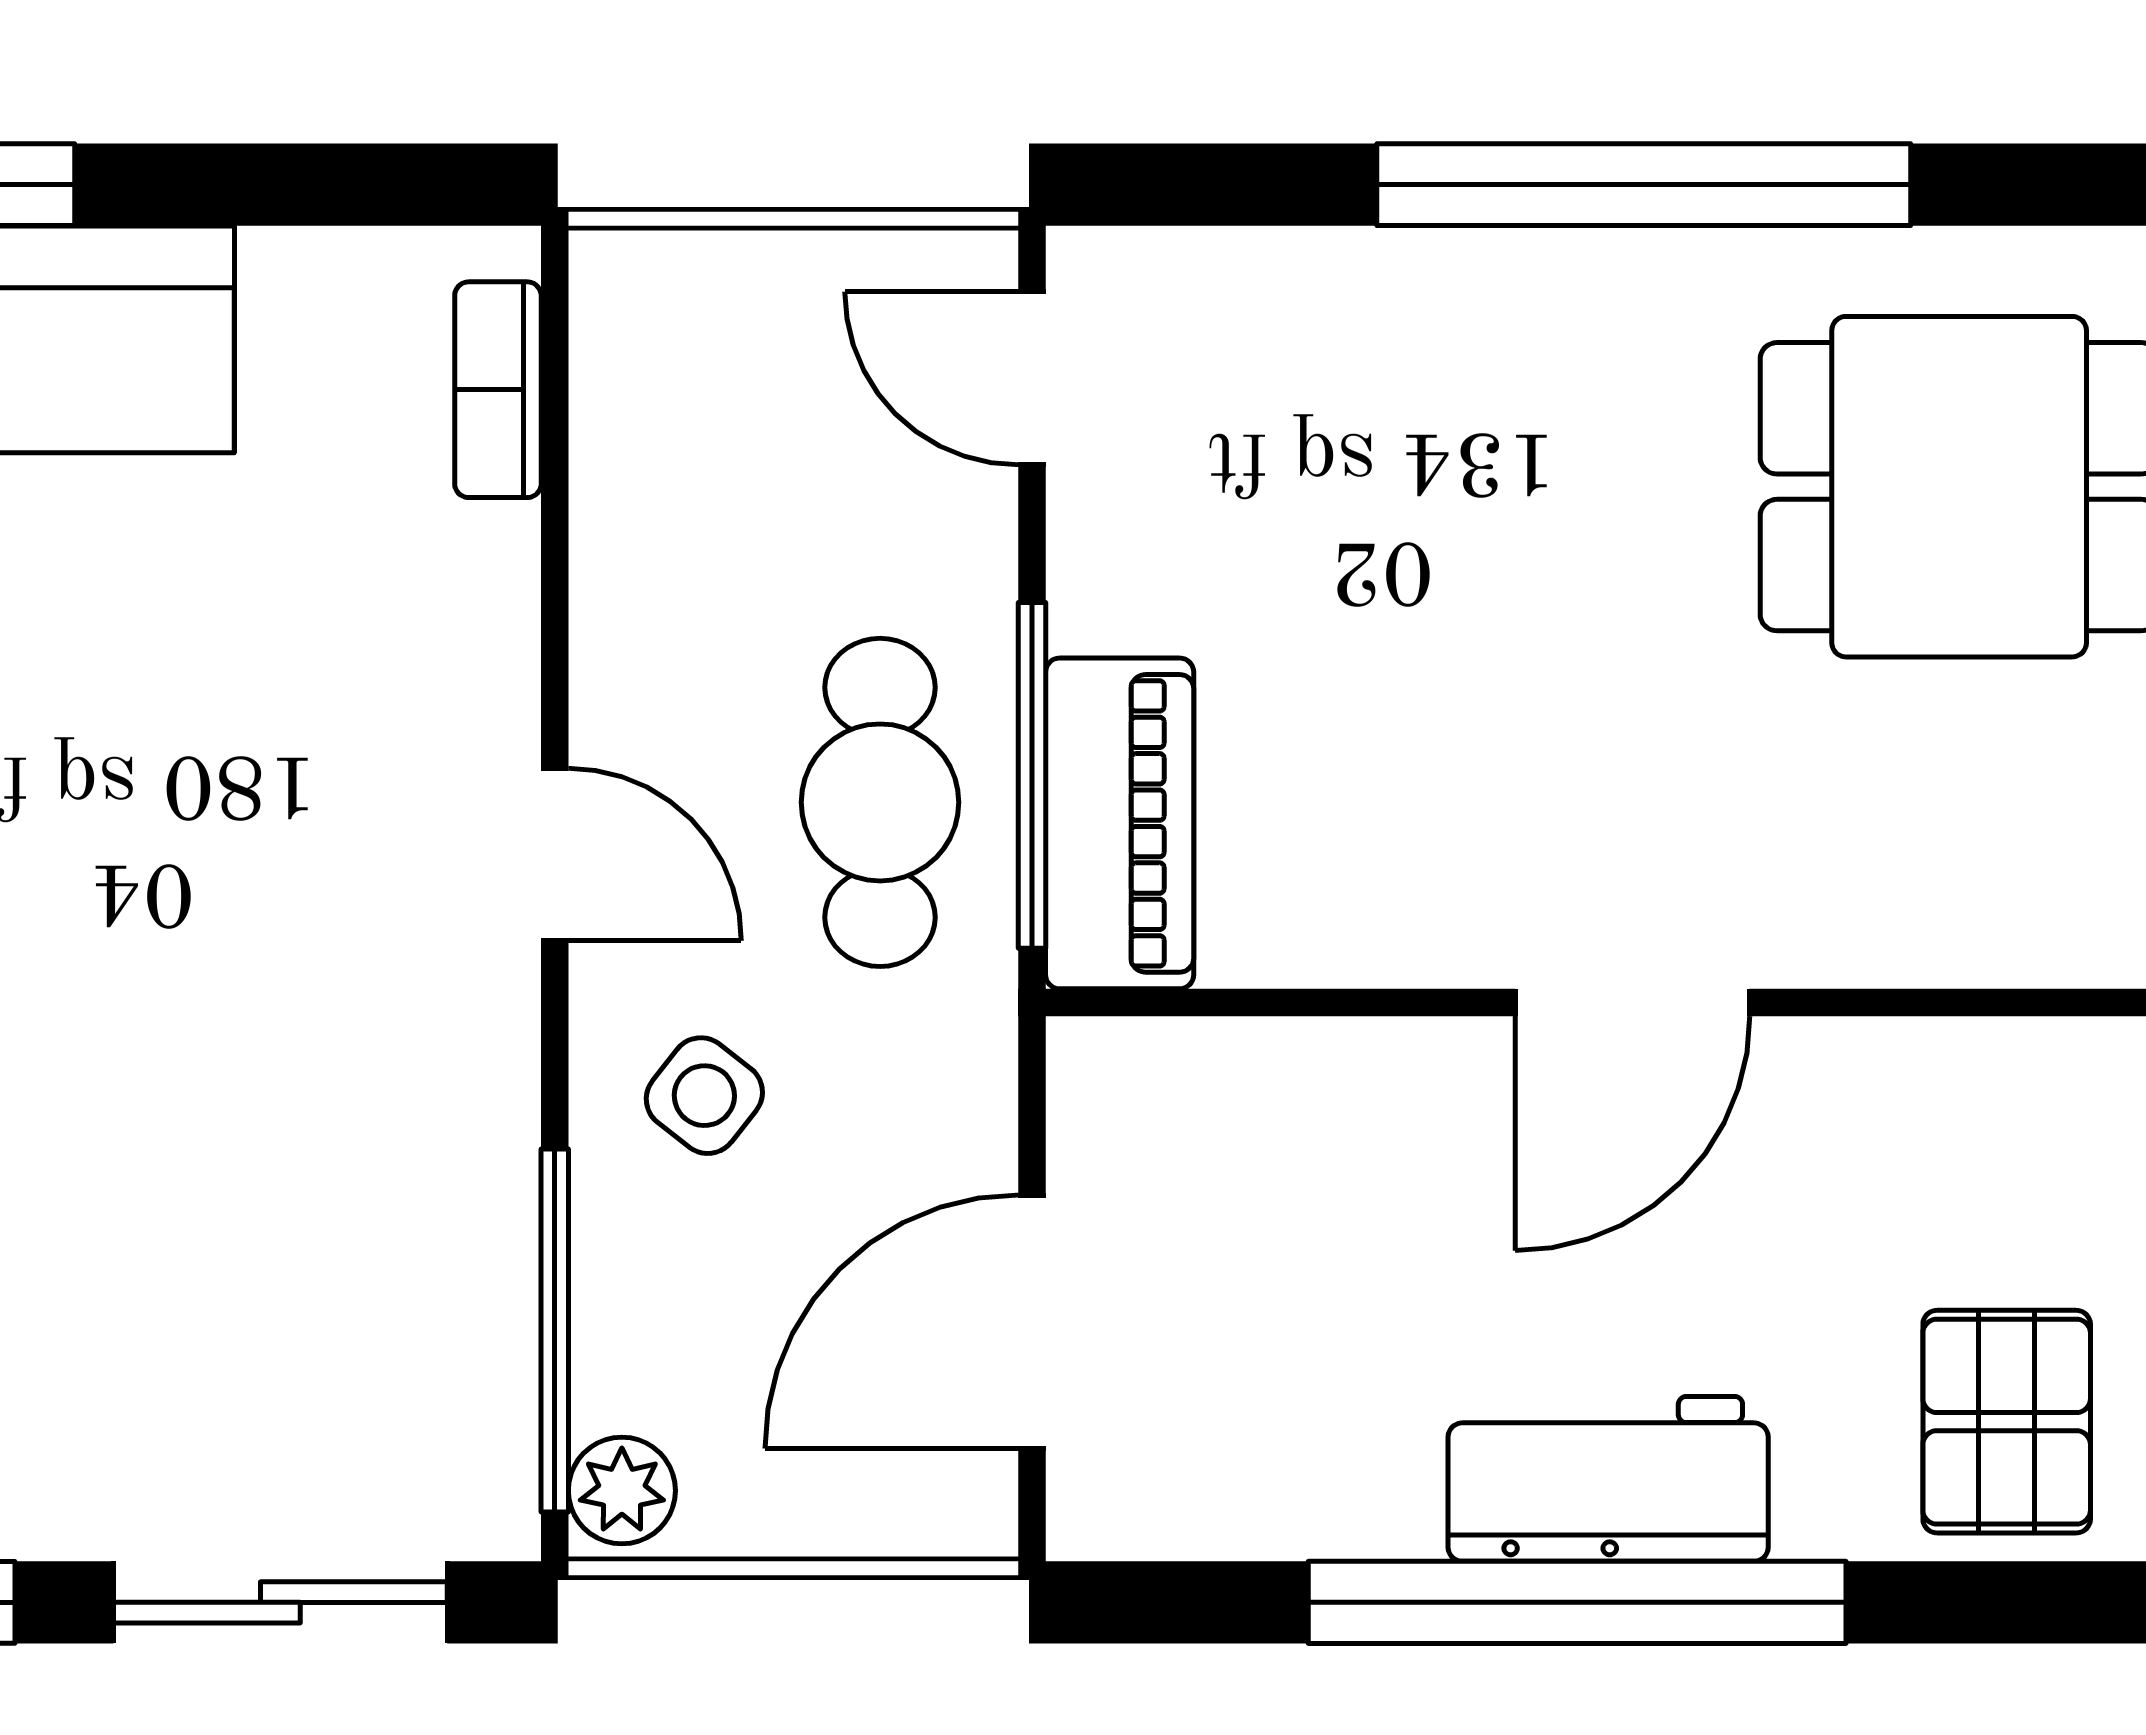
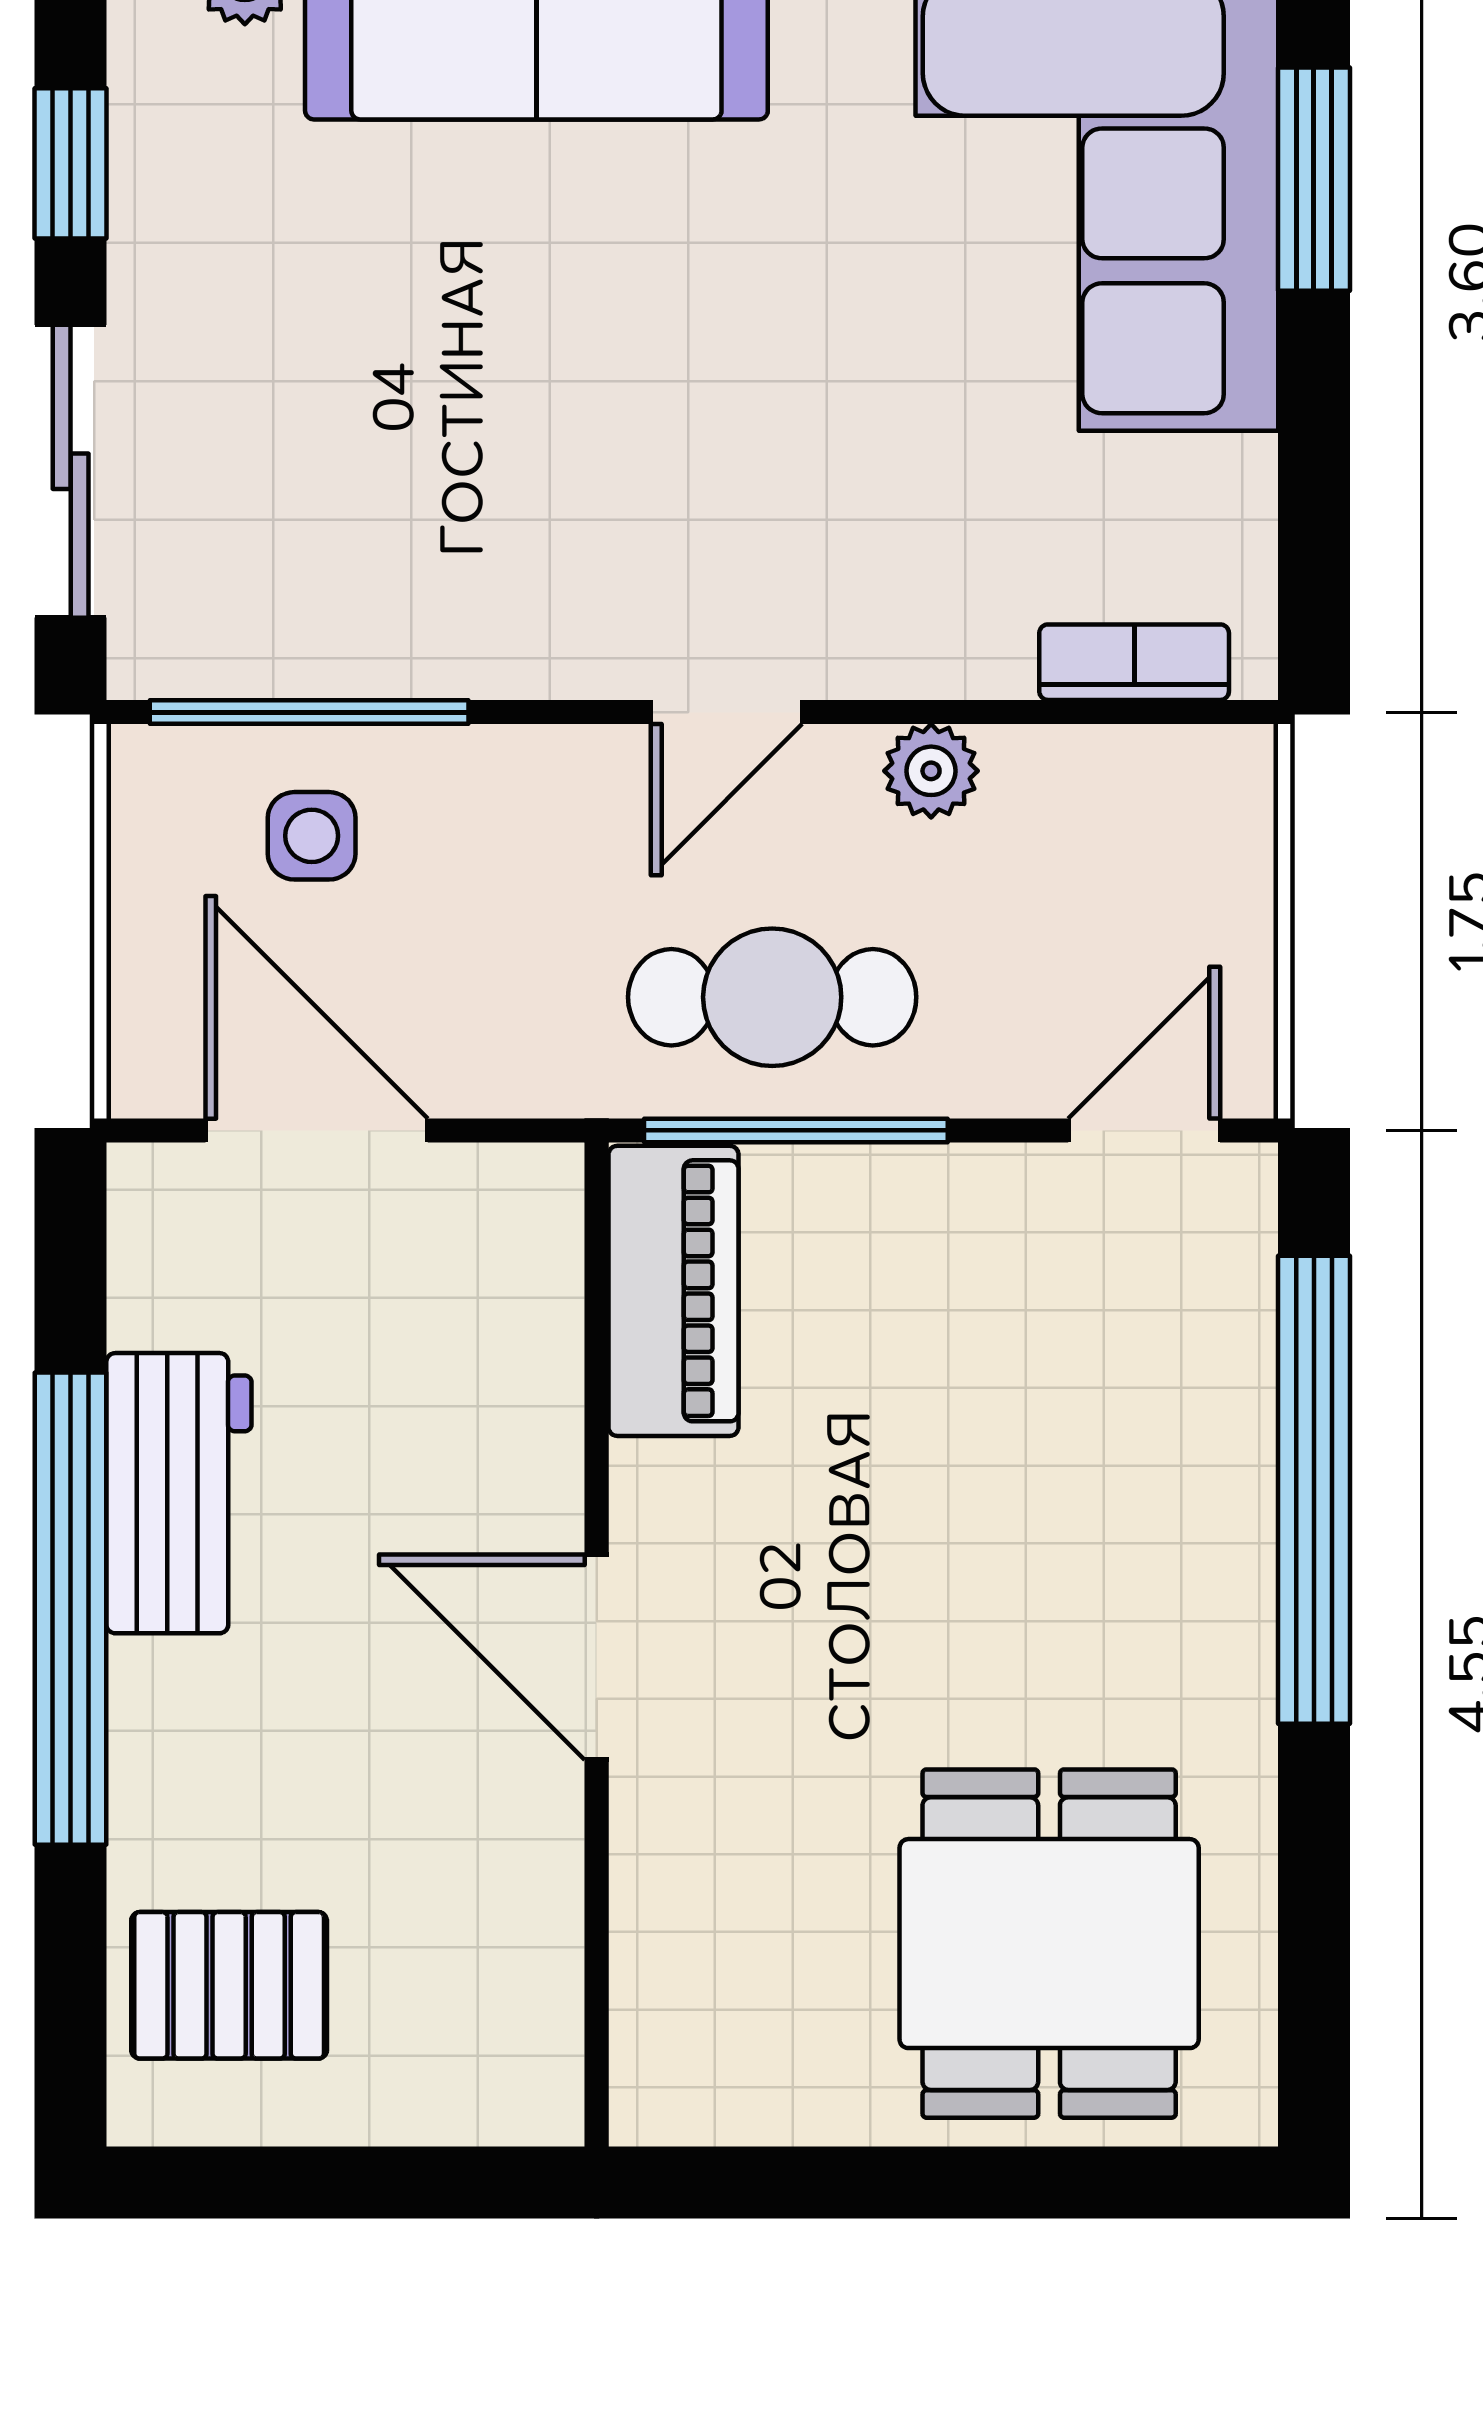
window: (1644, 185) -> (1314, 1490), moved
piano: (1120, 823) -> (673, 1291), moved, turned -90
side table: (704, 1096) -> (312, 836), moved, turned -38
workbench: (1608, 1479) -> (179, 1493), moved
plant: (622, 1491) -> (931, 771), moved

